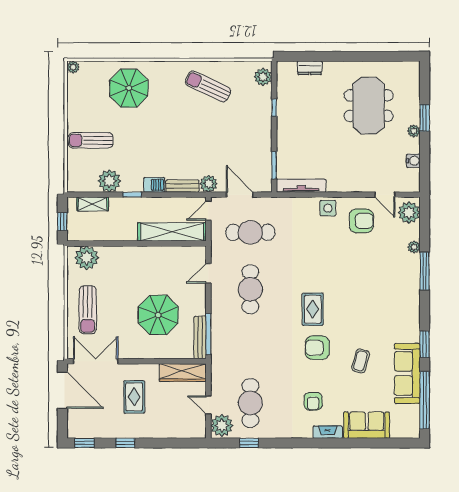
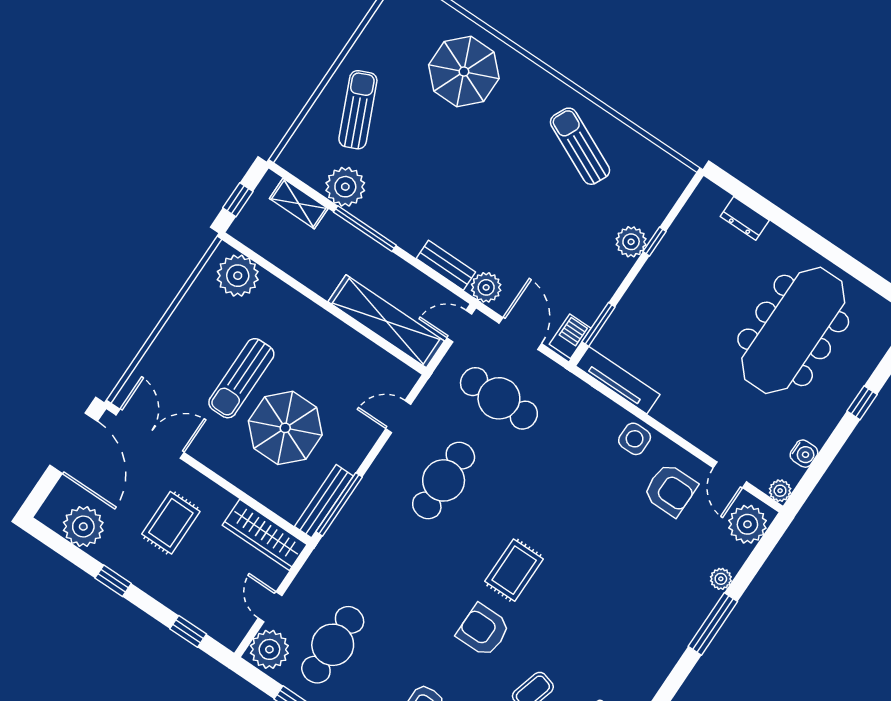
plant: (263, 77) -> (631, 242), moved
meeting table: (369, 106) -> (793, 330), width x1.36
window: (425, 118) -> (862, 403), width x0.67
plant: (414, 131) -> (780, 491), moved
sun lounger: (91, 140) -> (358, 110), turned 66
barbecue: (154, 185) -> (570, 336), moved, turned -90
window: (132, 195) -> (365, 229), width x2.17
sun lounger: (88, 310) -> (241, 378), moved
plant: (94, 427) -> (83, 527), added
window: (85, 443) -> (188, 631), moved

